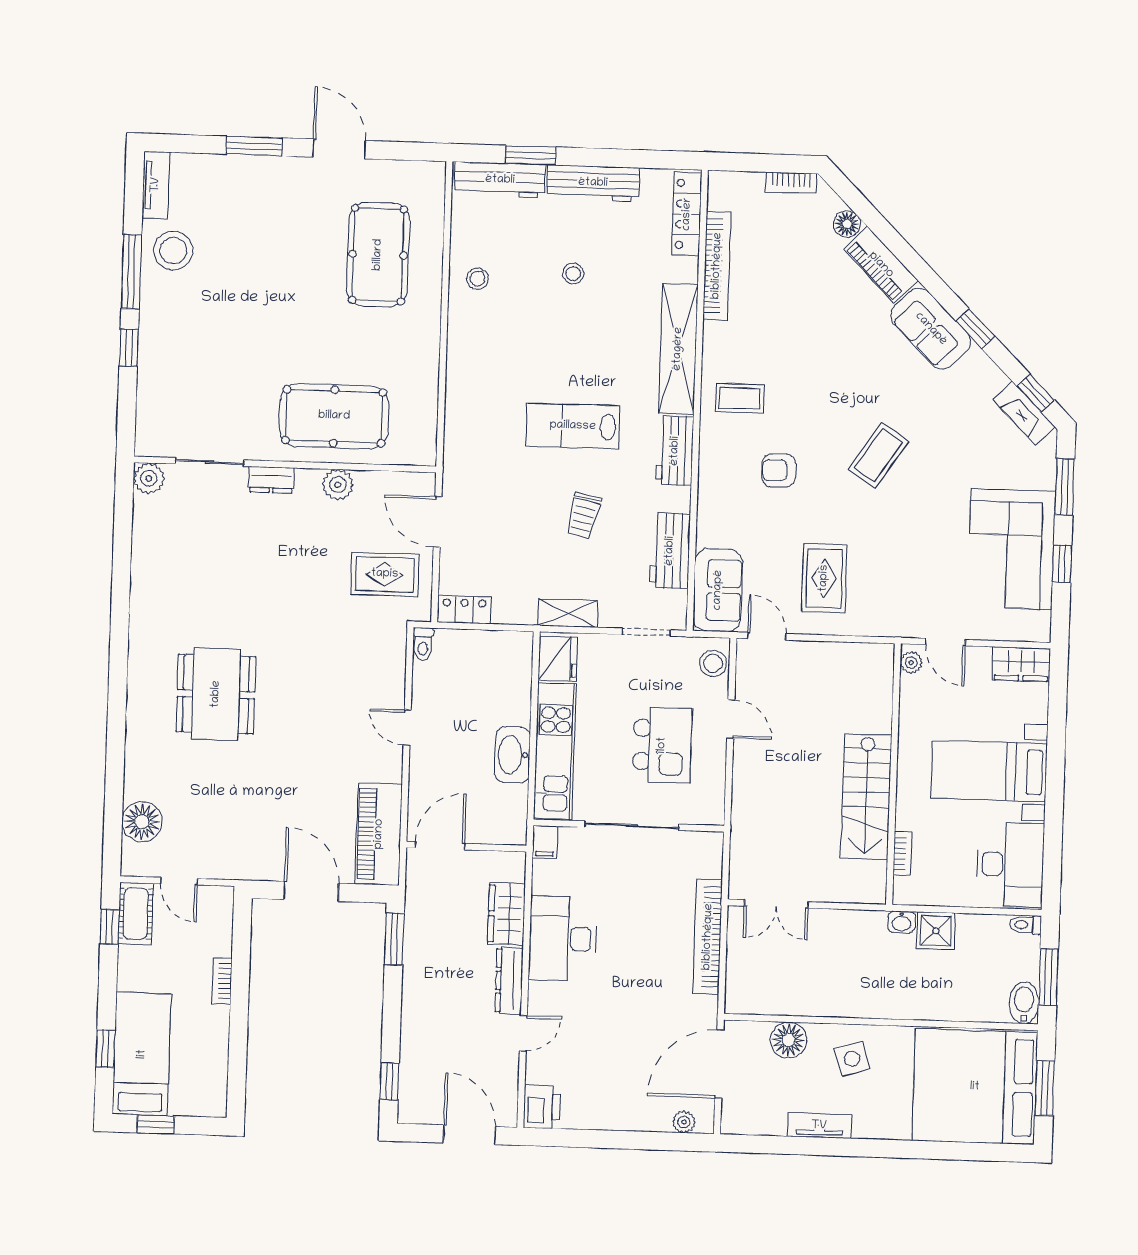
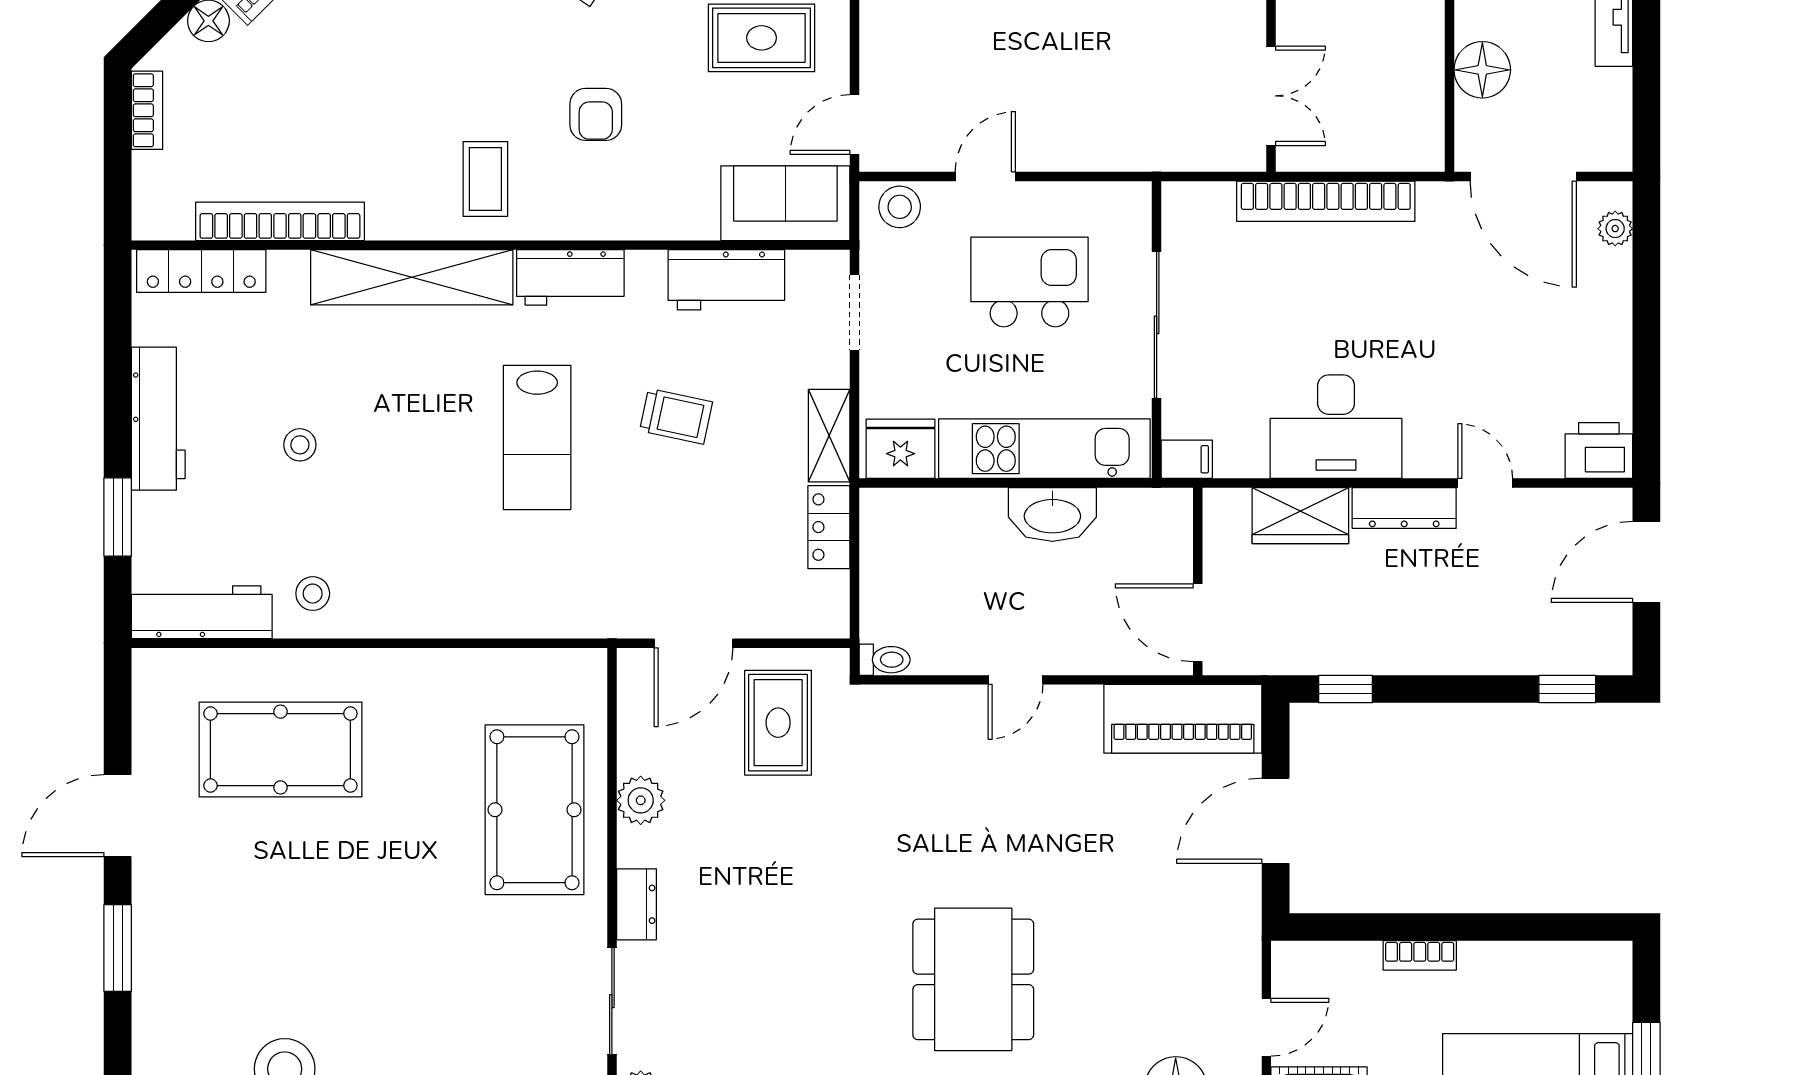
workbench: (500, 180) -> (202, 612), moved, turned -90
locker: (464, 610) -> (829, 527), moved
dining table: (216, 694) -> (973, 979), turned 90
window: (394, 939) -> (1346, 689), width x0.67

